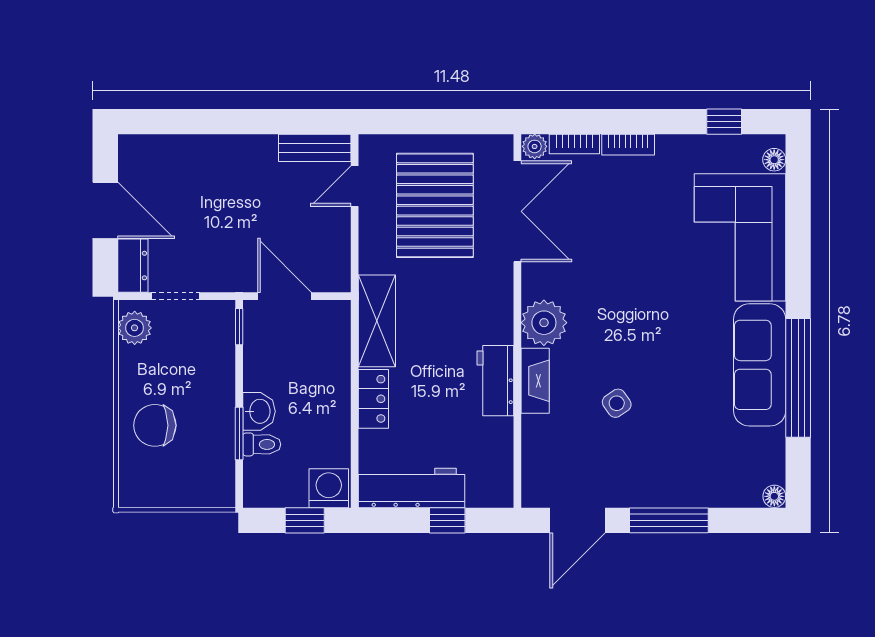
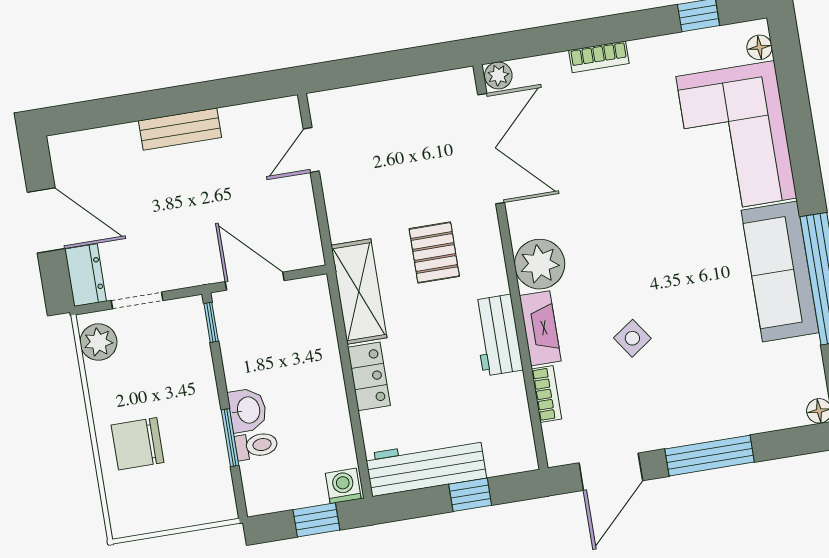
bookcase: (574, 144) -> (547, 394), moved, turned -90
bench: (315, 148) -> (180, 129), moved
pallet: (435, 205) -> (434, 253), moved, width x0.49, depth x0.50
washing machine: (329, 488) -> (343, 486), width x0.73, depth x0.73

